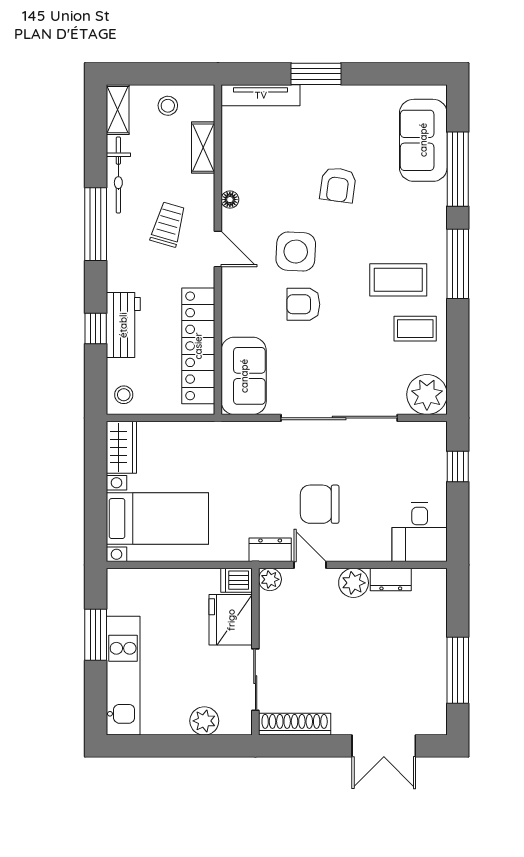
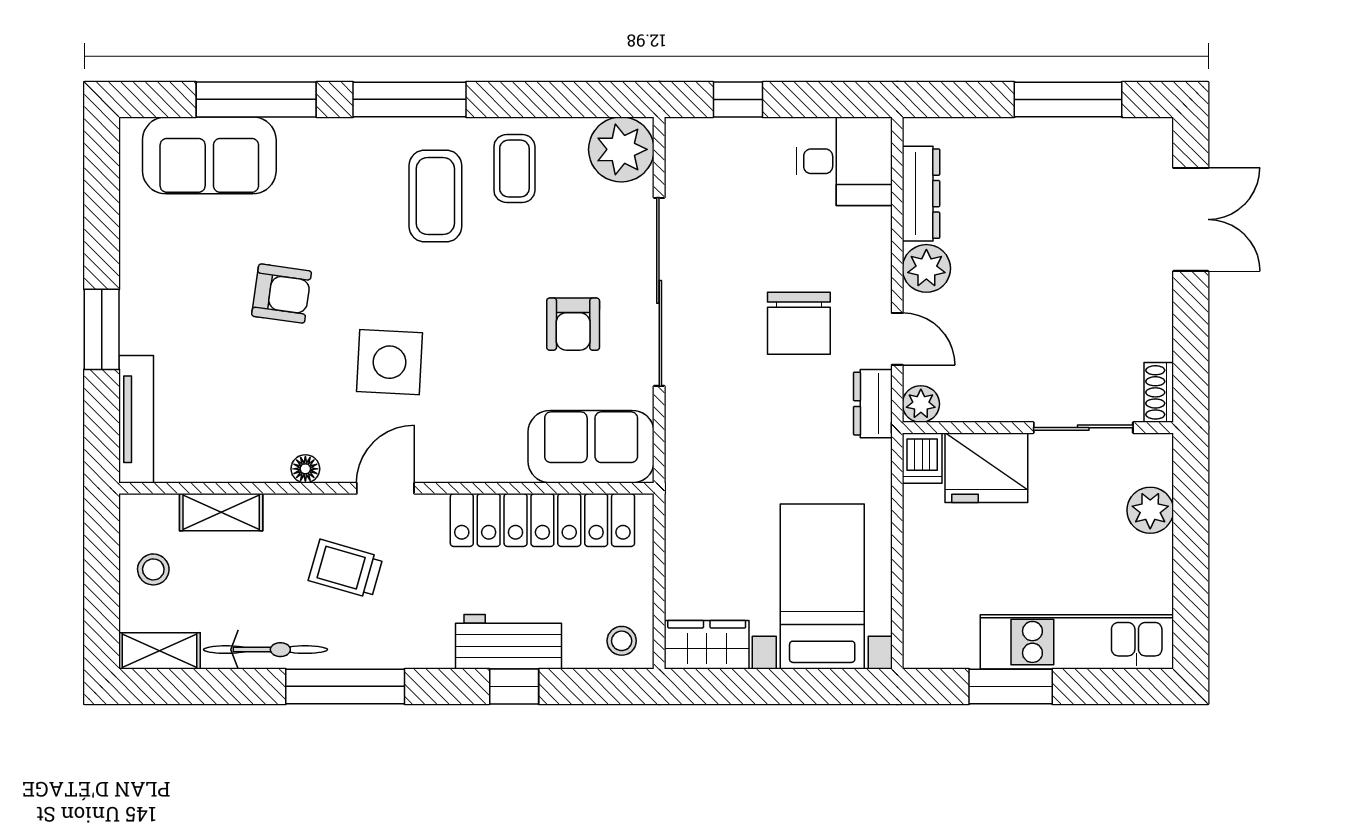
armchair: (303, 304) -> (573, 324), moved
door: (310, 565) -> (897, 339), swing flipped
dresser: (391, 579) -> (921, 194), width x1.44
shoe rack: (295, 724) -> (1159, 392), width x0.51, depth x0.81

